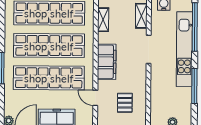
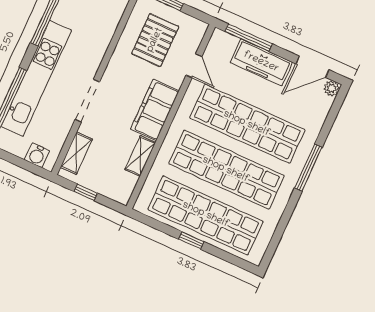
shelving: (103, 20) -> (140, 156), moved
pallet: (125, 103) -> (155, 40), width x1.50, depth x1.42

